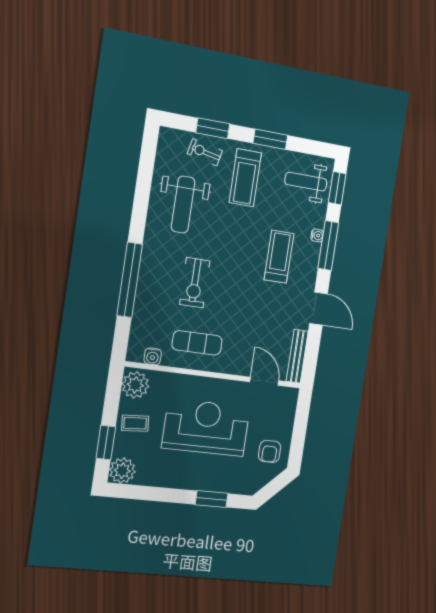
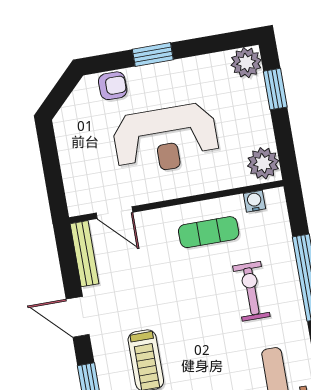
exercise bike: (195, 283) -> (251, 291), moved
coffee table: (135, 423) -> (249, 120), removed
armchair: (270, 451) -> (113, 86), moved, turned 90
window: (212, 499) -> (153, 55), moved

